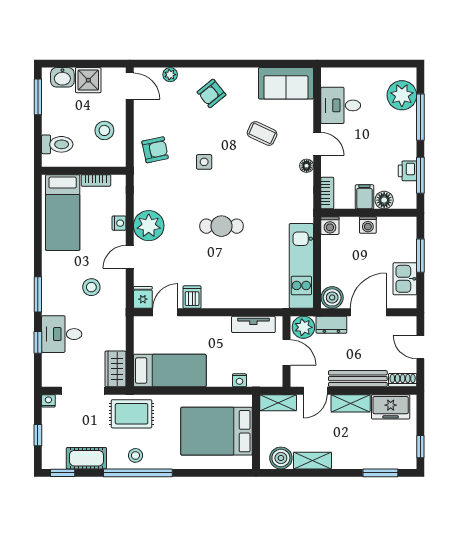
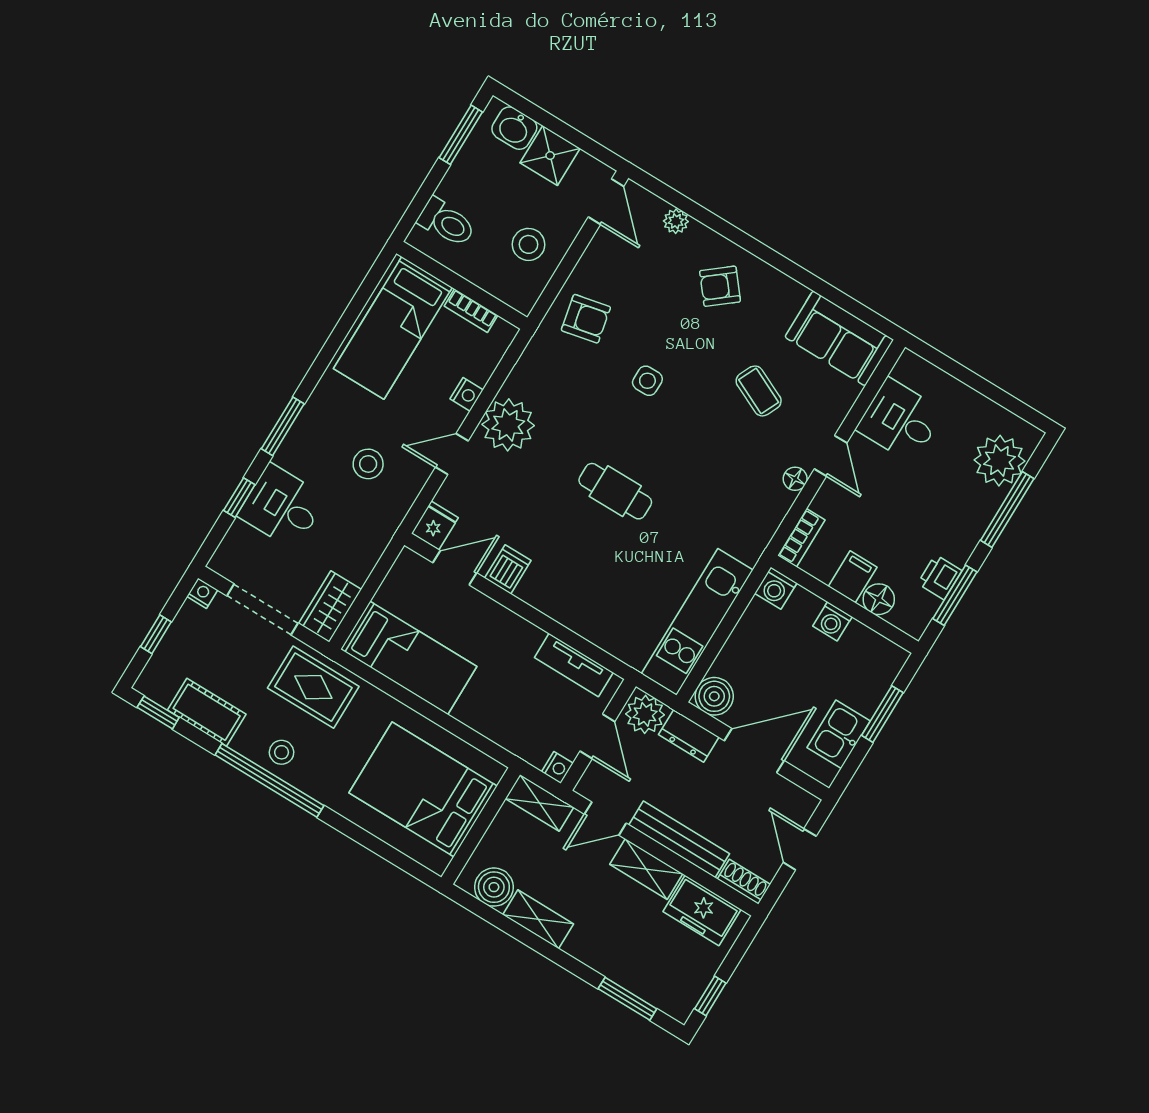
nightstand: (239, 380) -> (557, 768), moved, turned -90

